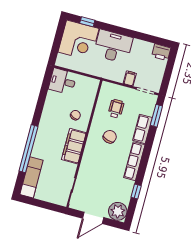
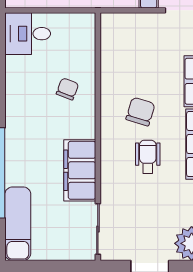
wheelchair: (116, 109) -> (148, 157), moved
filing cabinet: (74, 146) -> (80, 170), moved

